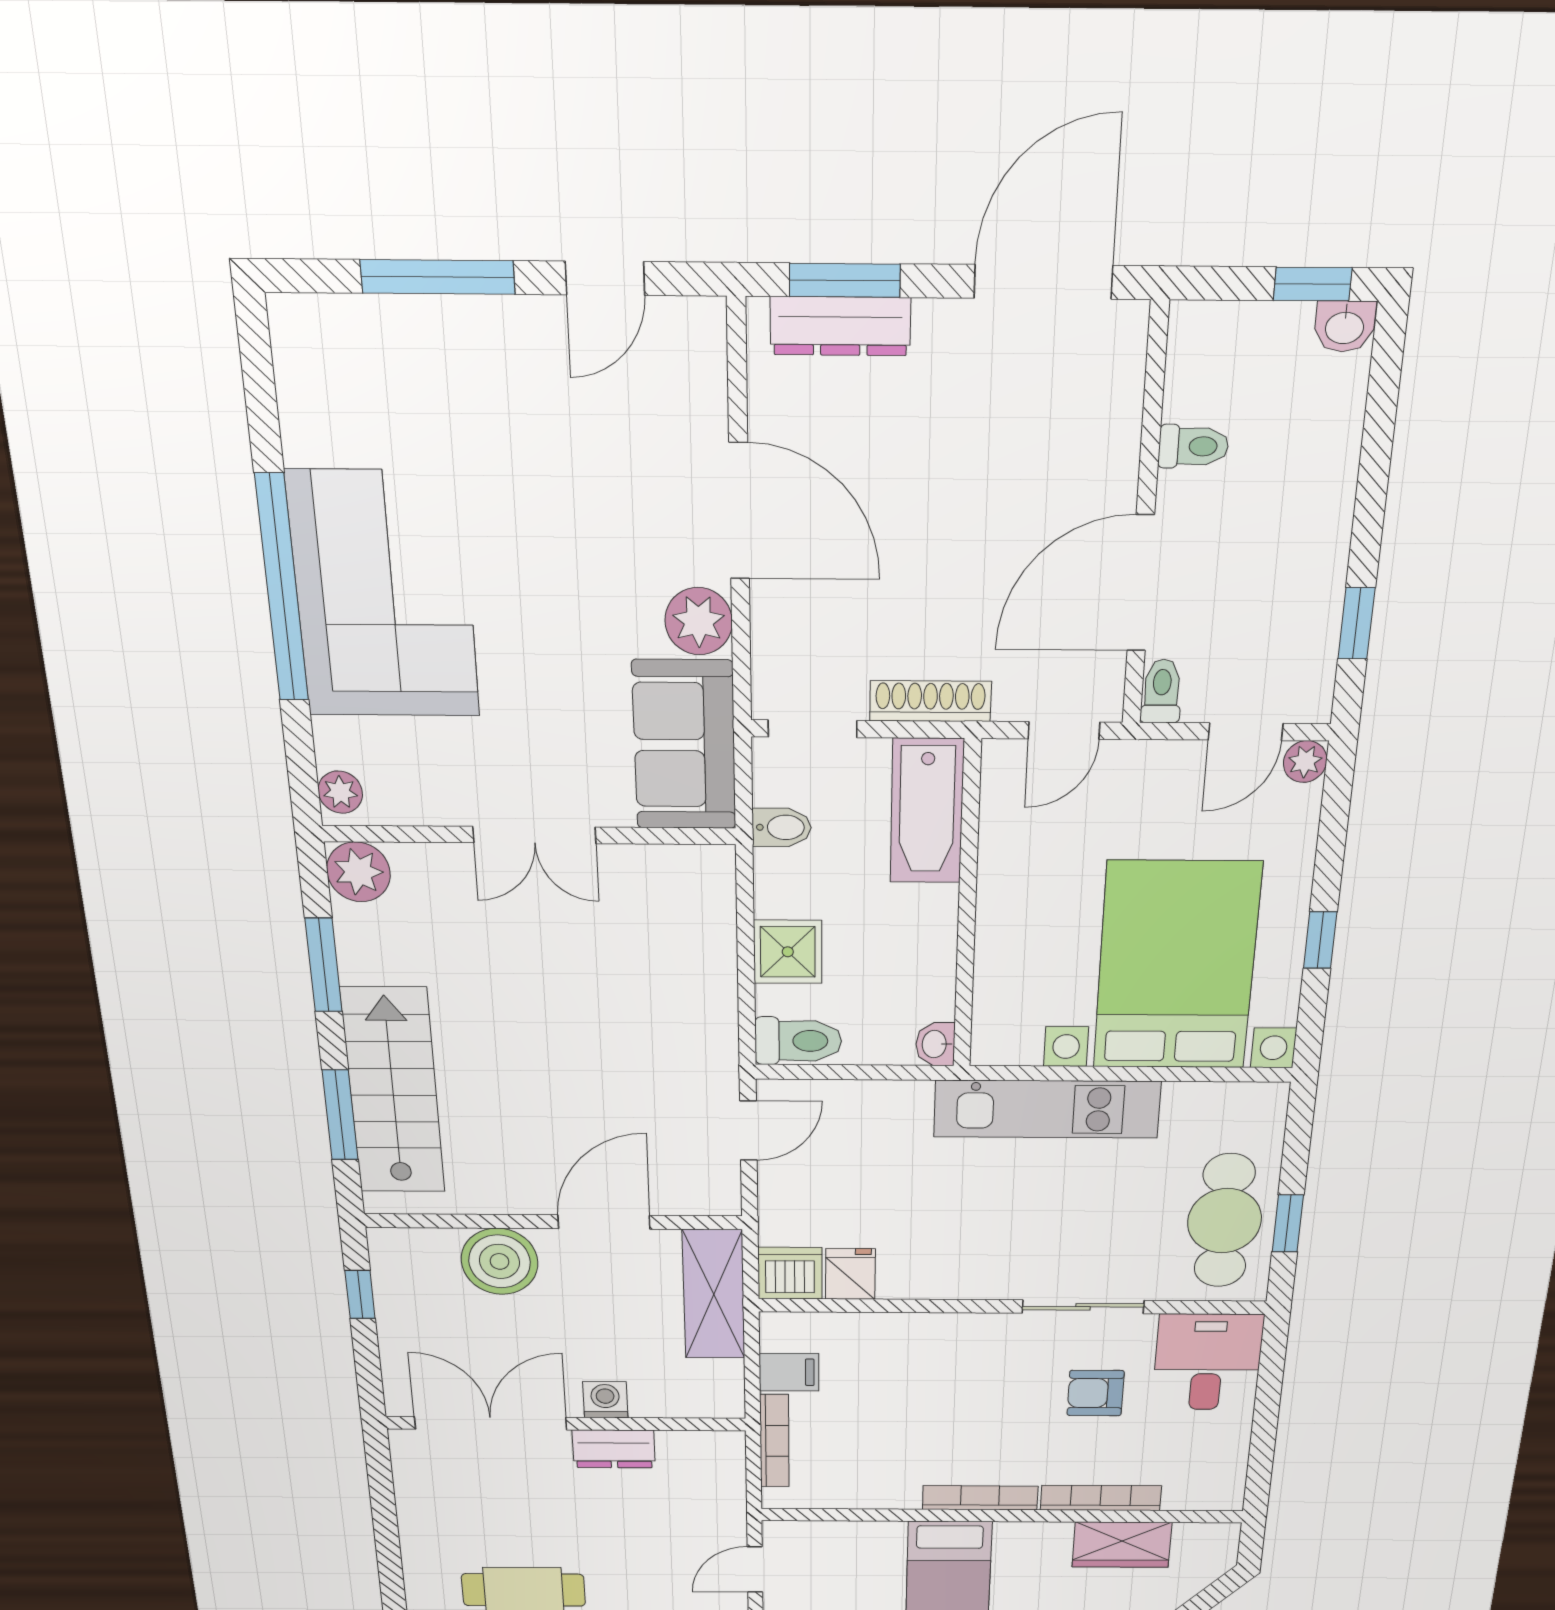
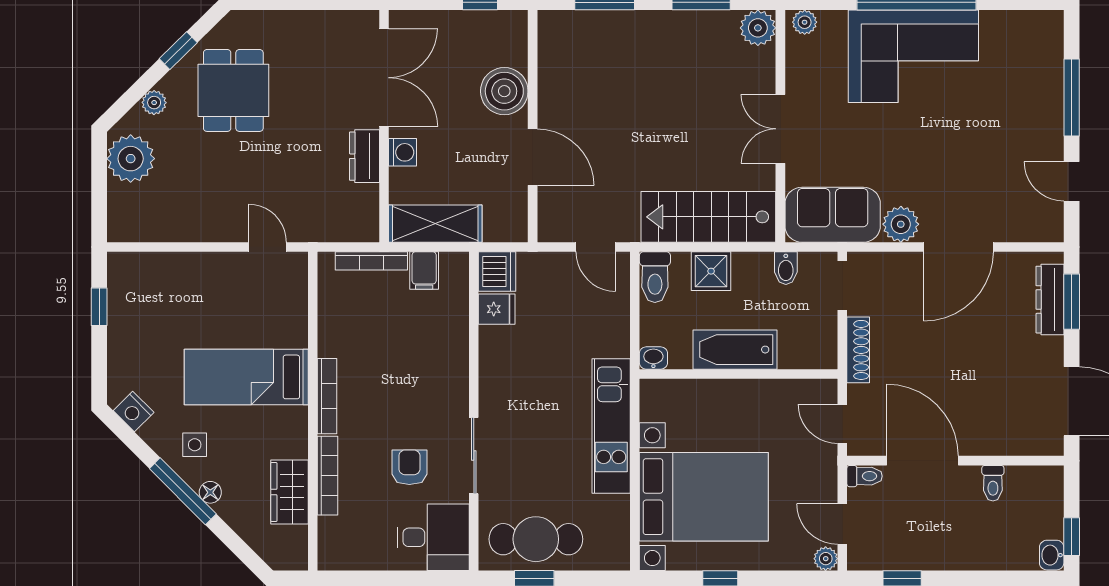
bathtub: (927, 811) -> (735, 350), moved
stairs: (393, 1091) -> (708, 217), moved, turned 180
shelving: (714, 1294) -> (435, 224), moved

